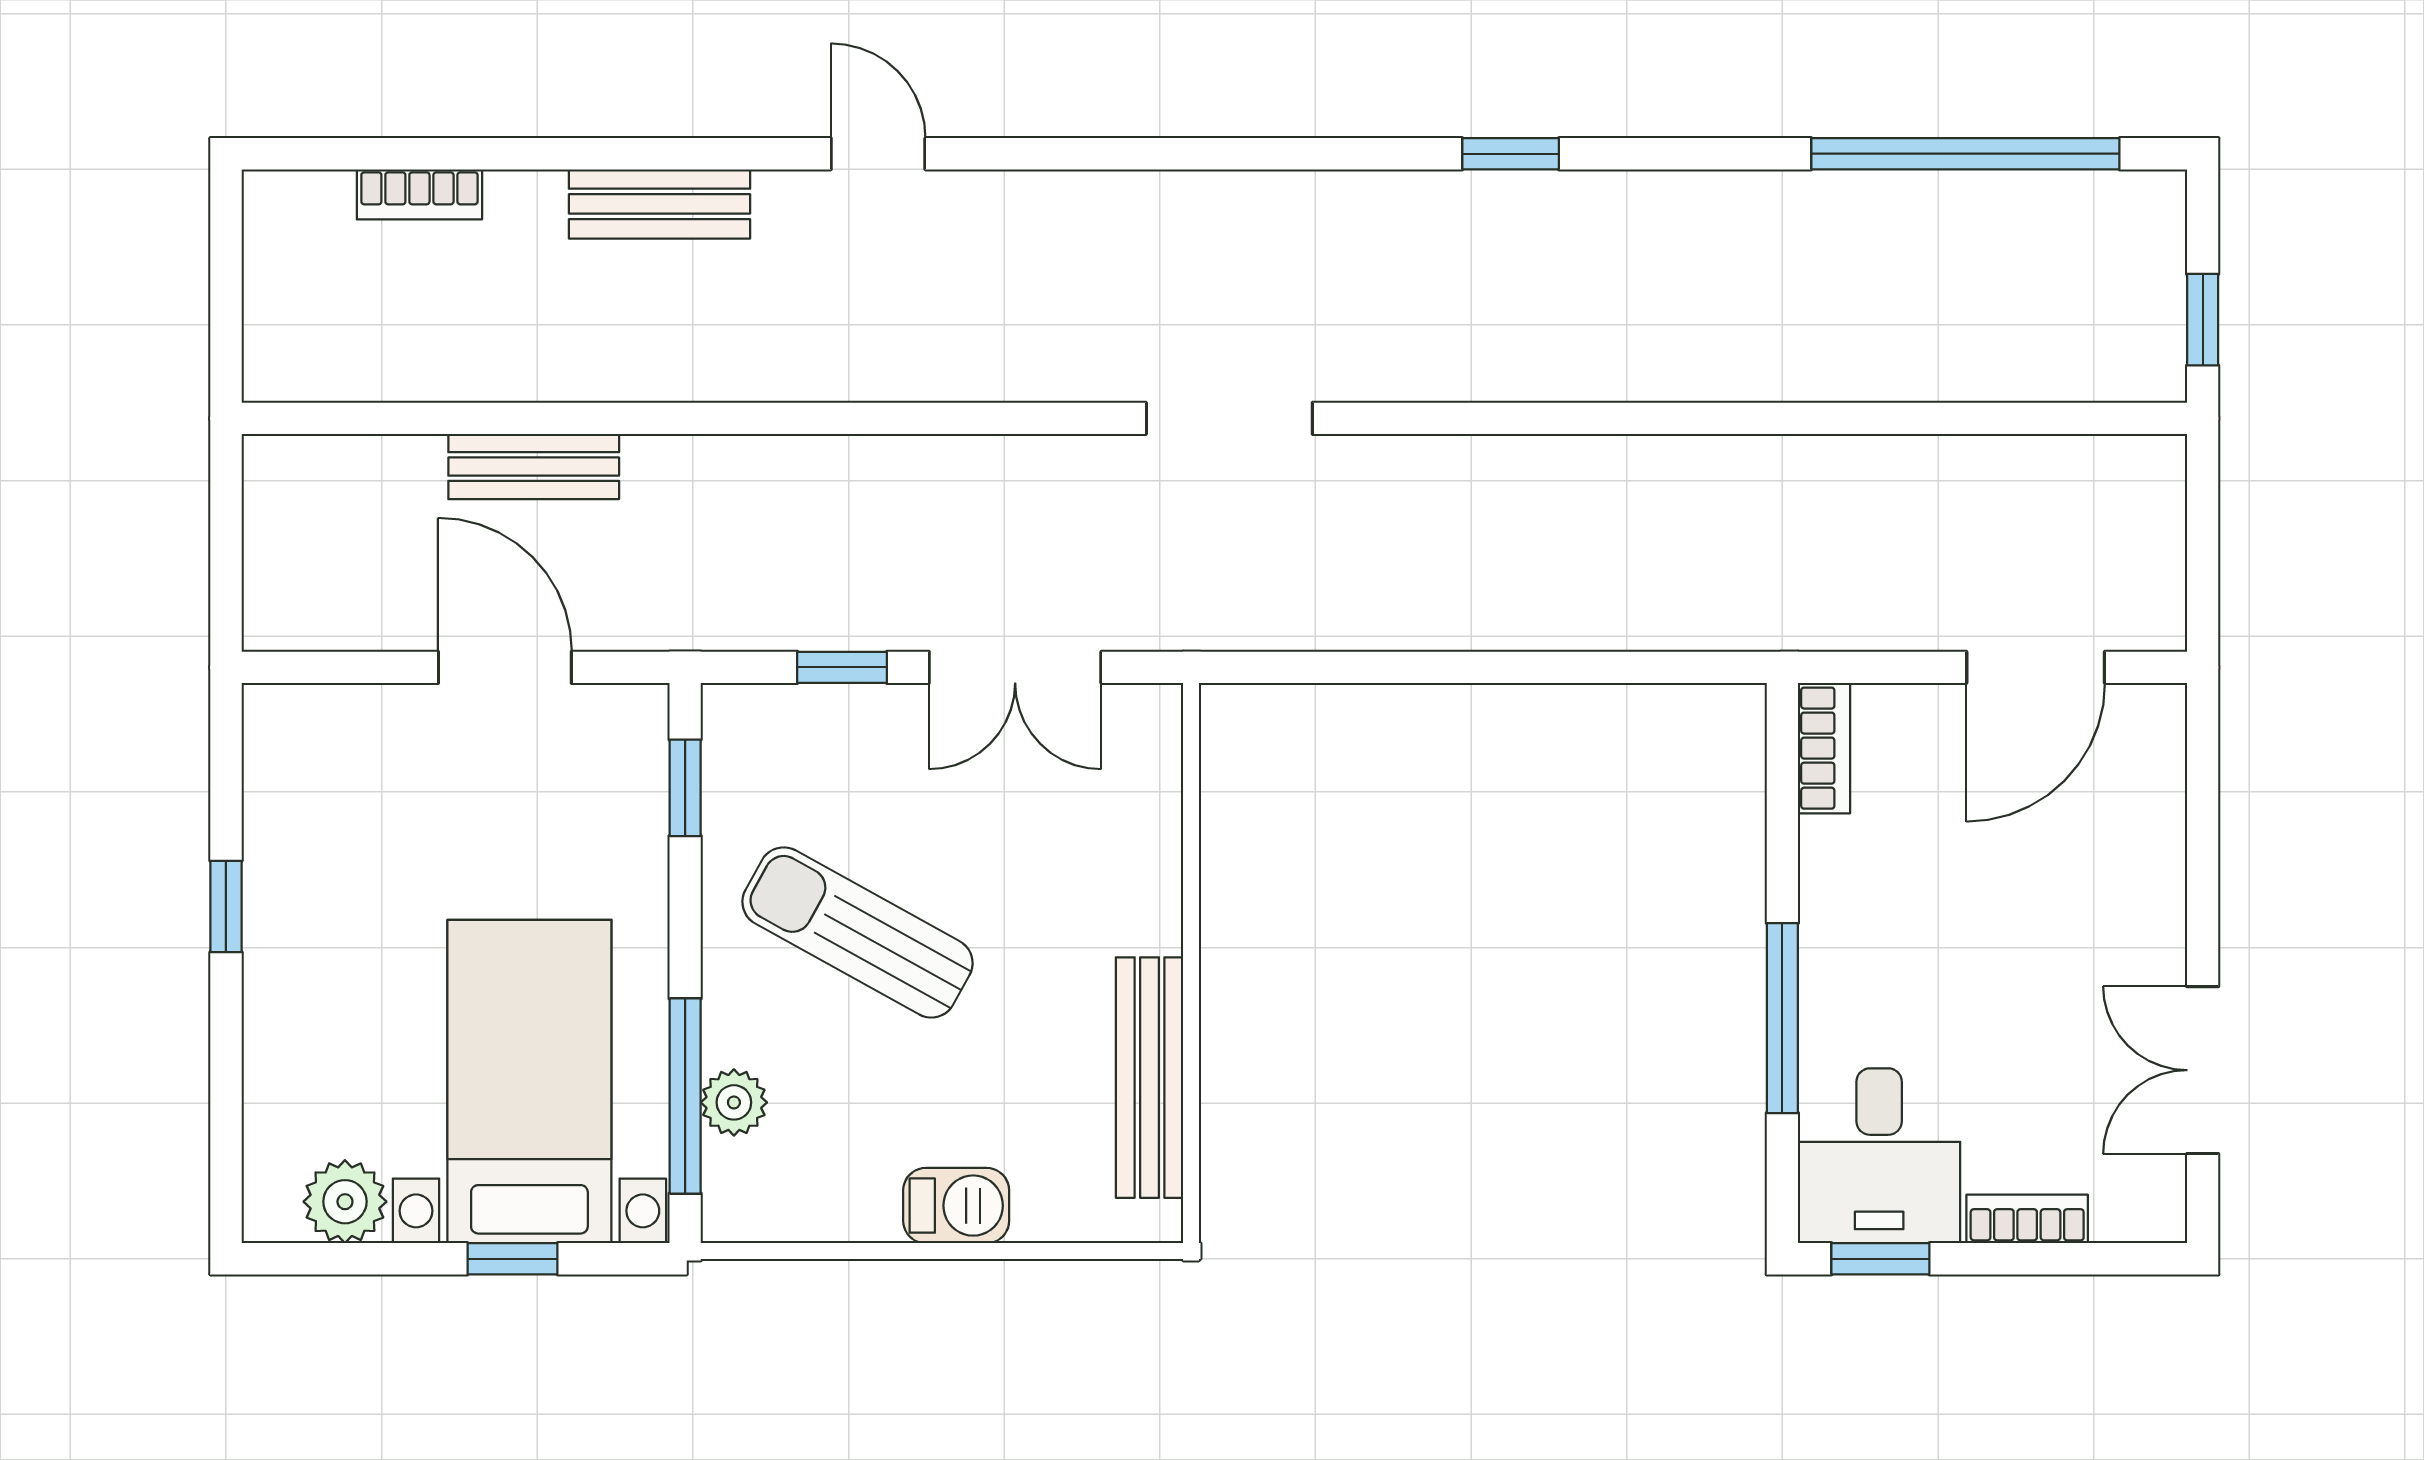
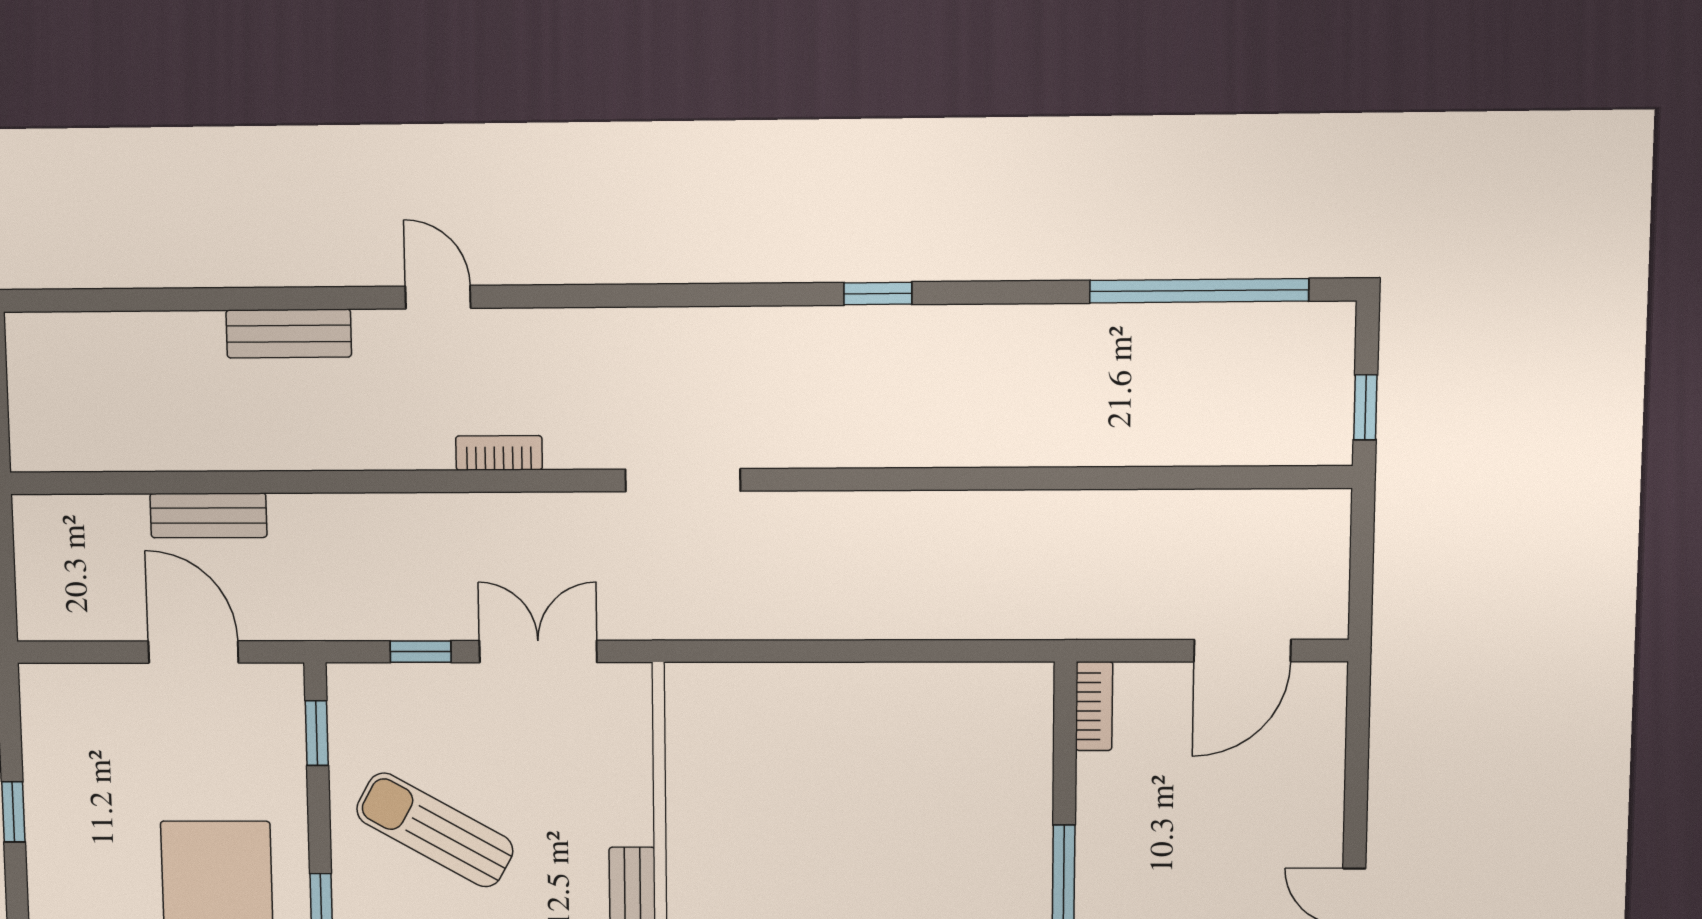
bookcase: (419, 194) -> (499, 453), moved, turned 180
double door: (1015, 667) -> (538, 652), swing flipped

